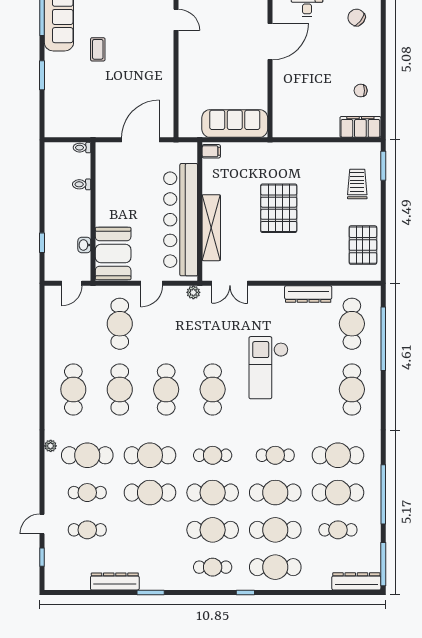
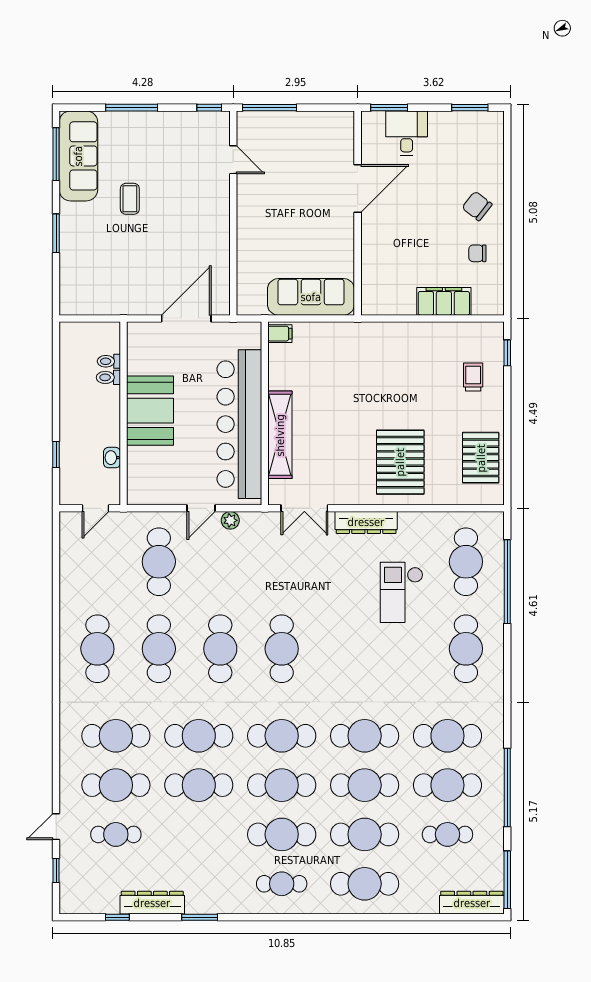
chair: (357, 17) -> (477, 206), moved
filing cabinet: (360, 127) -> (444, 301), moved
toilet: (82, 148) -> (109, 361), moved
window: (383, 166) -> (507, 353), width x0.67
trolley: (357, 184) -> (473, 377), width x0.73, depth x0.72
pallet: (279, 208) -> (400, 462), moved
booth: (113, 253) -> (150, 411), moved
plant: (193, 292) -> (230, 520), moved
dresser: (308, 294) -> (366, 522), moved
checkout: (269, 368) -> (401, 592), moved, width x0.73, depth x0.83
plant: (51, 446) -> (67, 723), removed
cafe table: (213, 455) -> (282, 736), width x1.37, depth x1.35
cafe table: (275, 455) -> (365, 736), width x1.37, depth x1.35
cafe table: (87, 493) -> (116, 785), width x1.37, depth x1.35
window: (245, 592) -> (117, 917), moved

